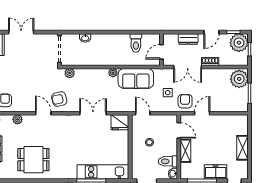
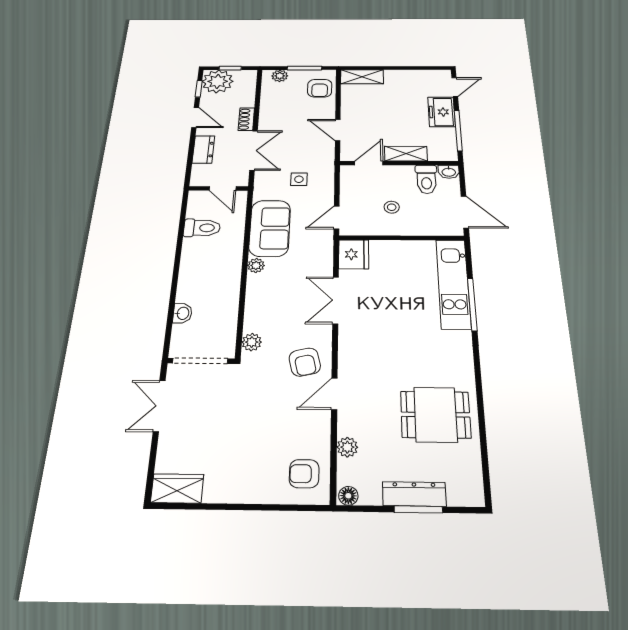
double door: (21, 32) -> (159, 406), moved
plant: (239, 79) -> (280, 76), width x0.53, depth x0.53
armchair: (185, 101) -> (320, 88), moved, turned -90
shelving: (243, 148) -> (362, 77), moved
dining table: (33, 160) -> (435, 415), turned 90

